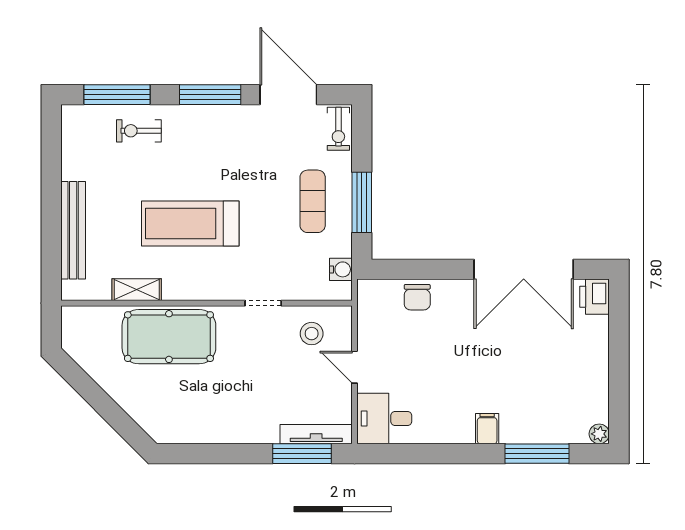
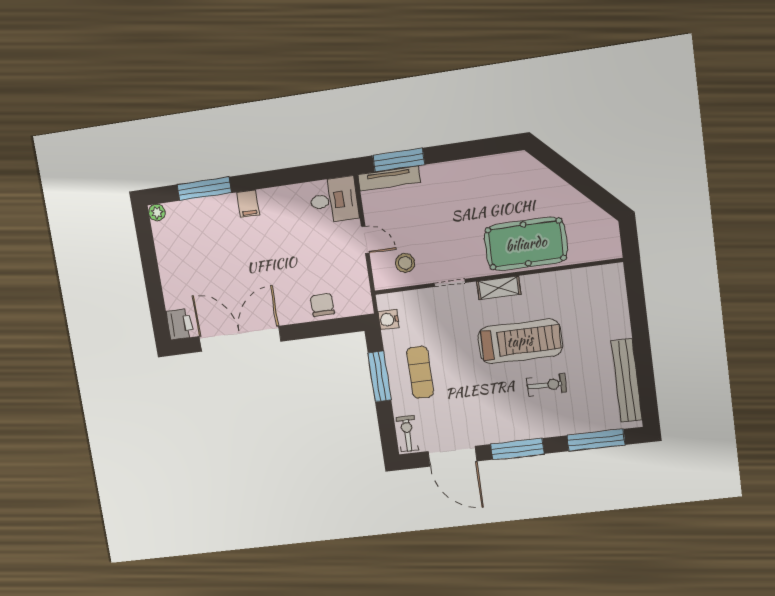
exercise bike: (139, 131) -> (546, 385), moved
bench: (73, 230) -> (627, 380), moved
shelving: (137, 290) -> (499, 288), moved

